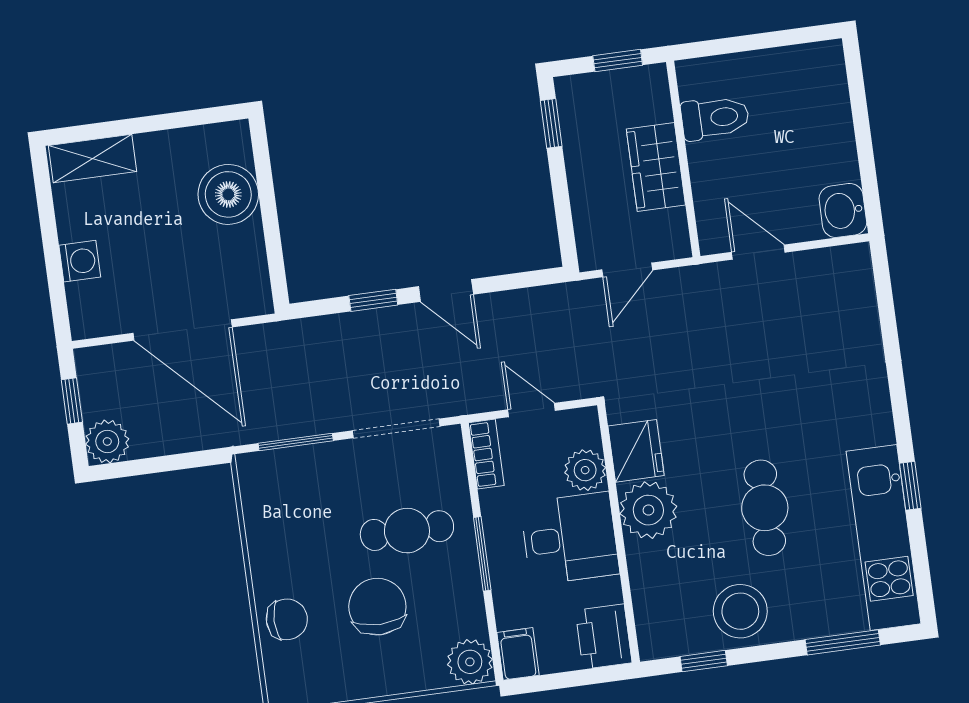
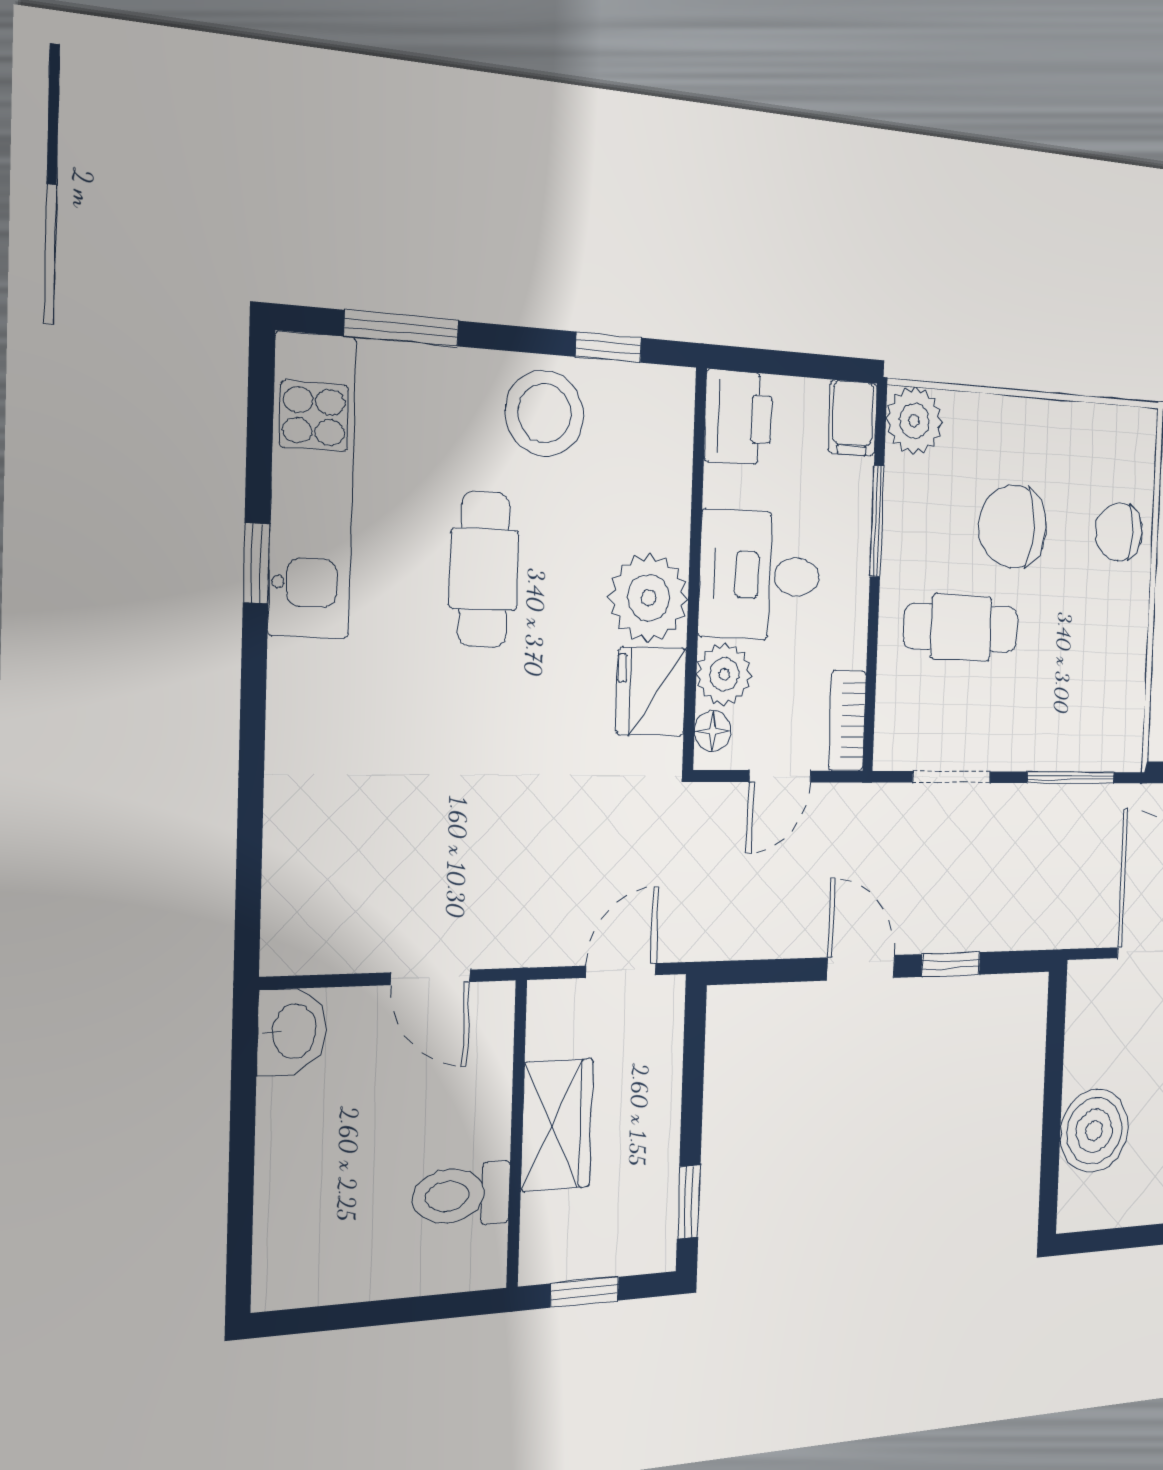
door: (531, 410) -> (780, 776), hinge flipped
doorway: (396, 428) -> (952, 777), width x0.73
floor lamp: (587, 432) -> (712, 731), added
window: (482, 554) -> (877, 521), moved
chair: (377, 607) -> (1013, 526), turned 90

